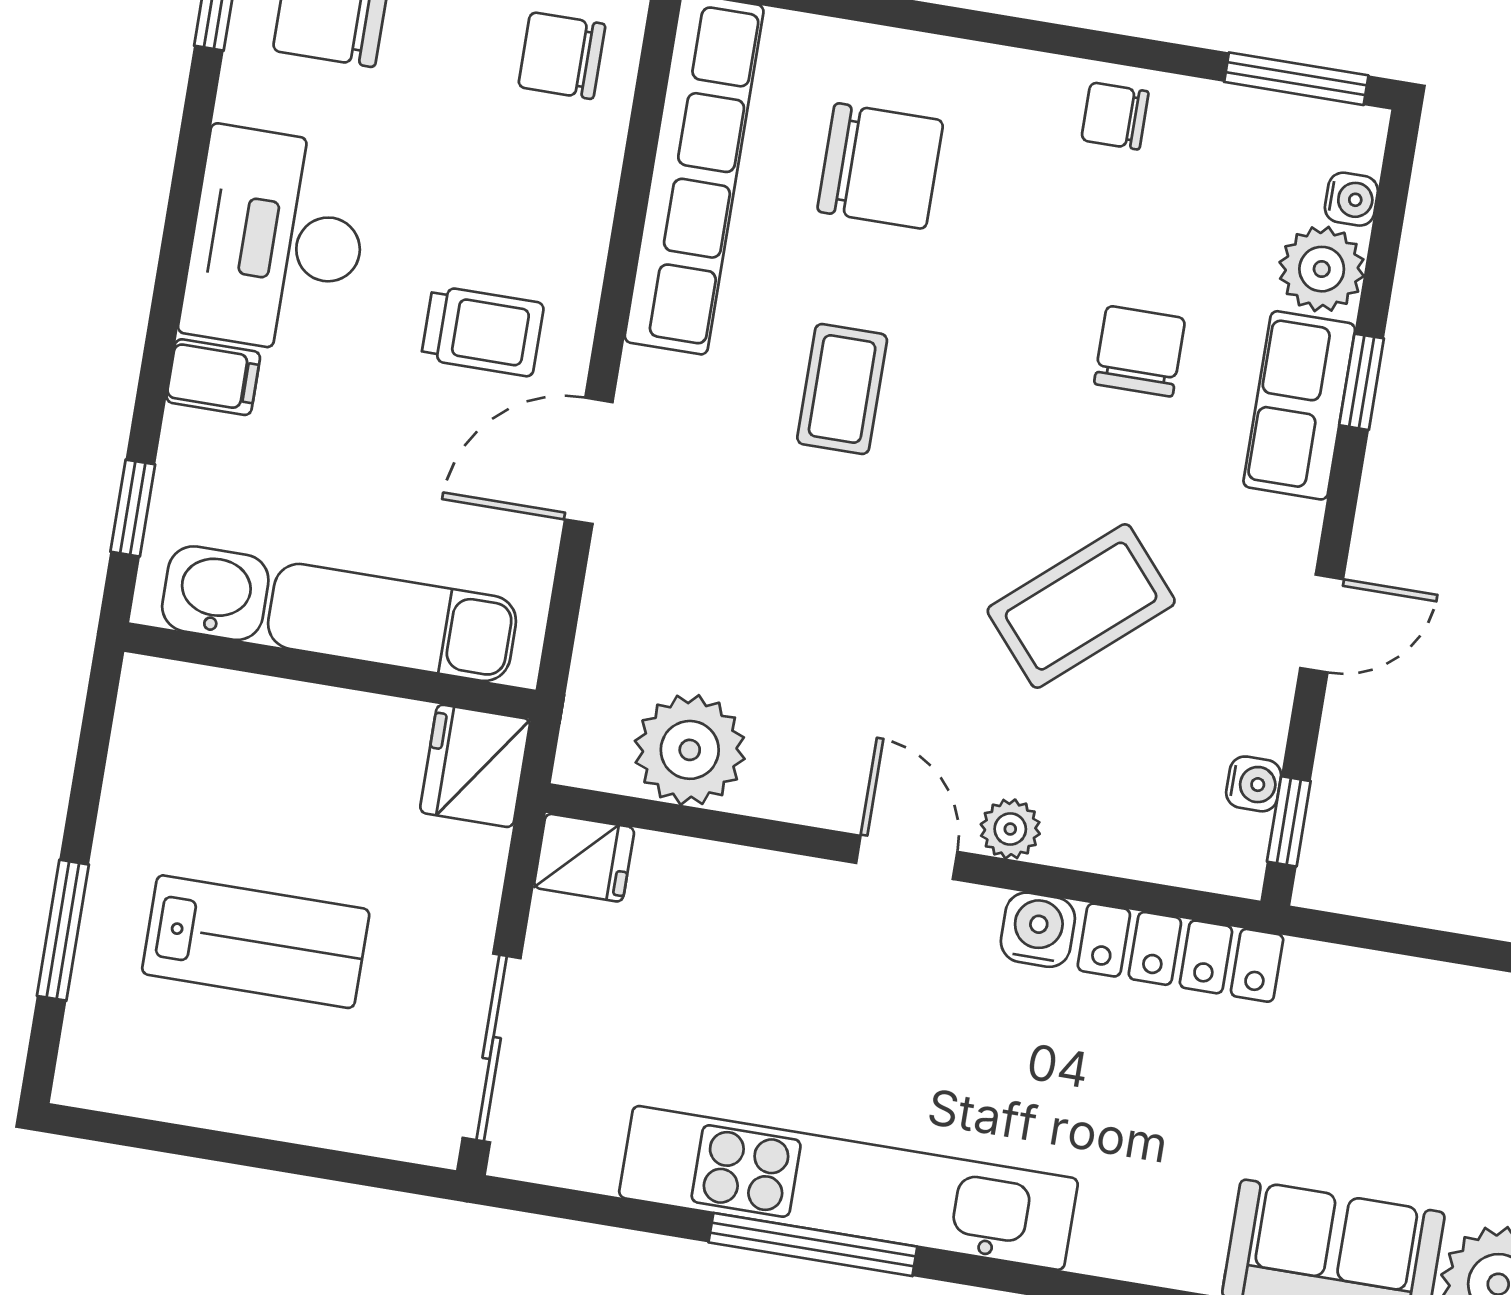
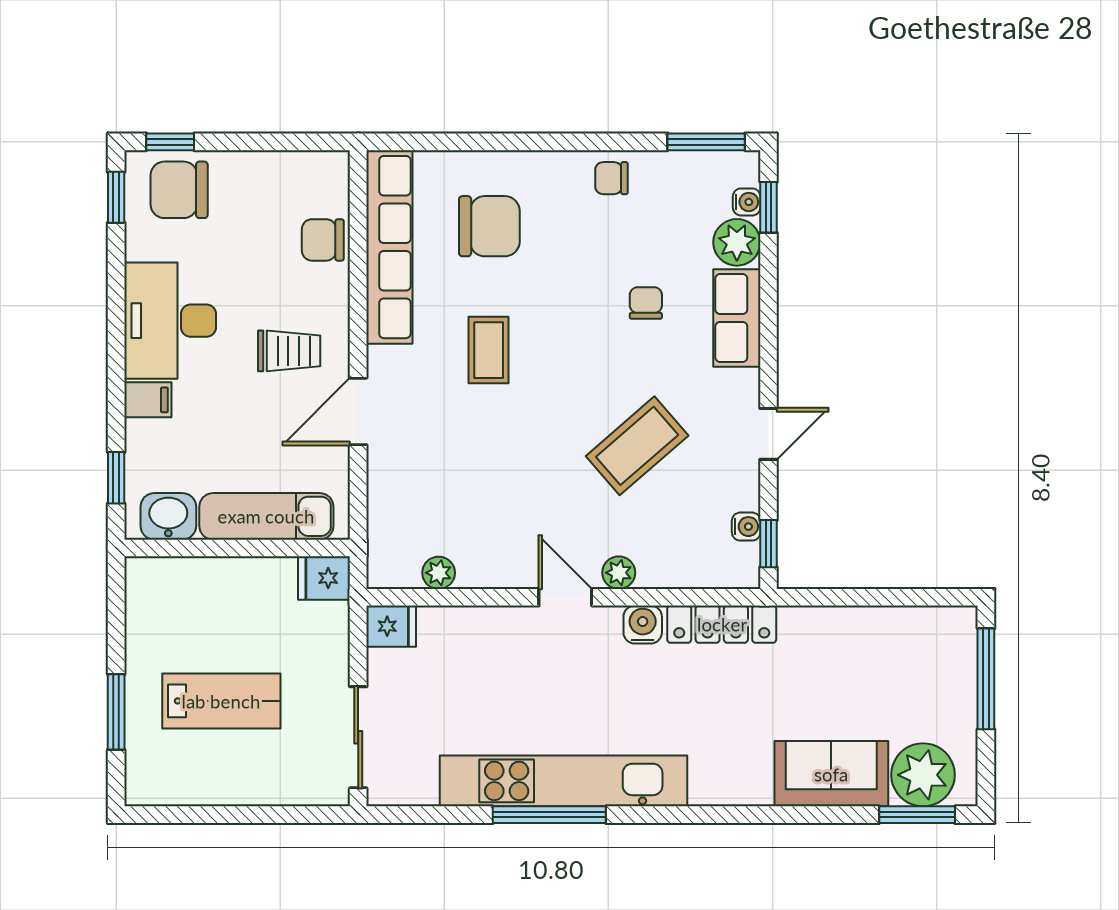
chair: (562, 56) -> (323, 240), moved
chair: (1140, 351) -> (646, 303), width x0.73, depth x0.73
window: (1362, 382) -> (768, 207), moved
plant: (690, 750) -> (439, 573), width x0.53, depth x0.53
fridge: (475, 766) -> (324, 578), width x0.72

